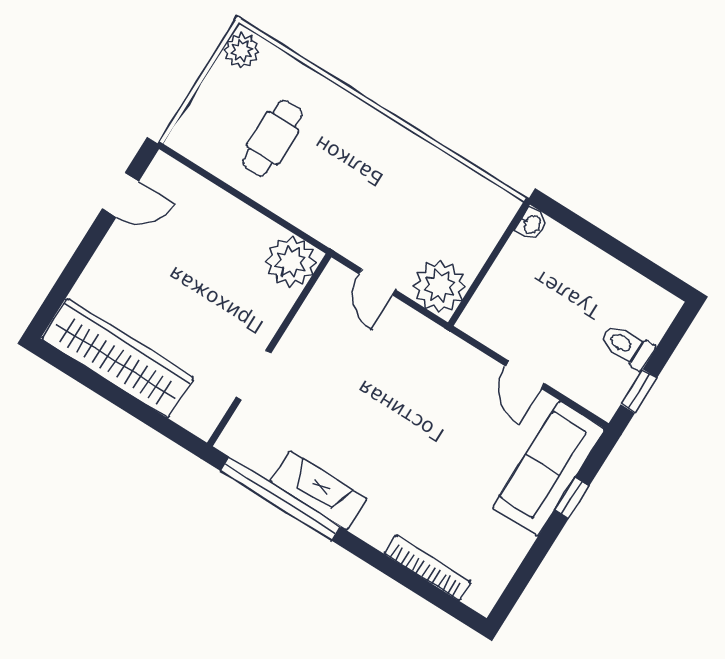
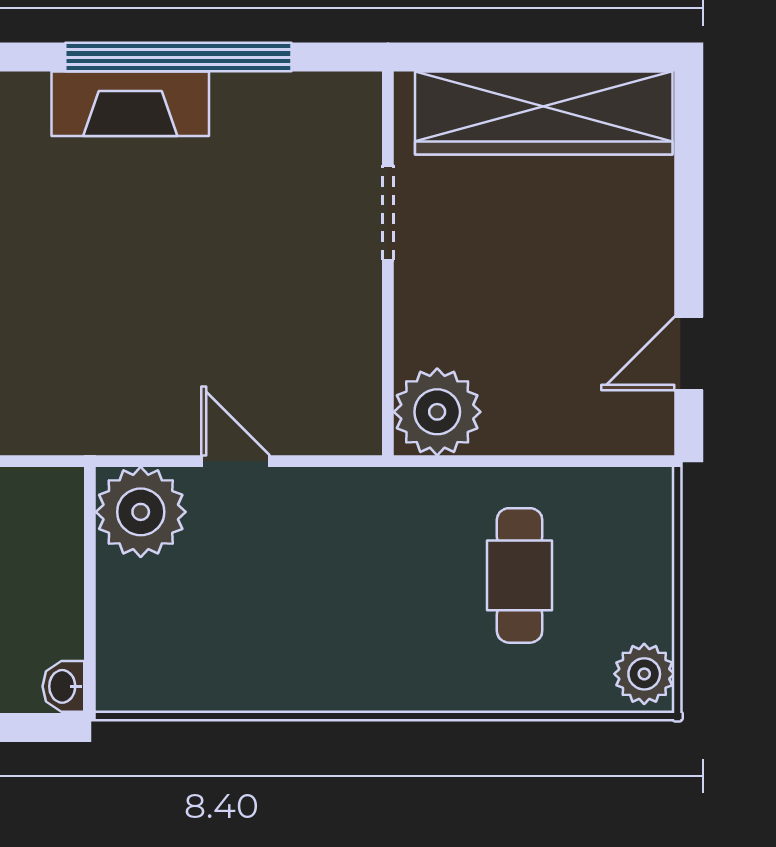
plant: (291, 262) -> (437, 412), moved
wall: (269, 350) -> (388, 263), moved
doorway: (254, 375) -> (388, 213), moved

